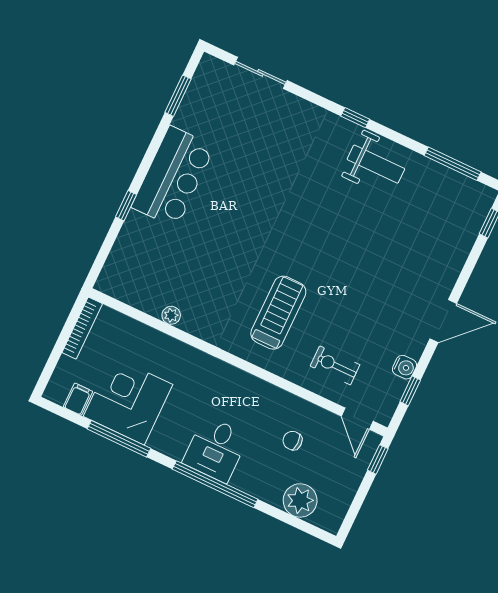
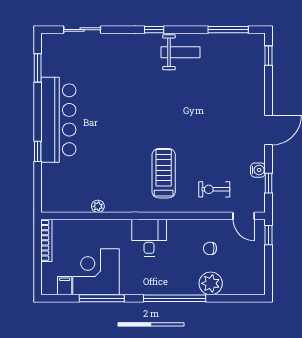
bar counter: (173, 177) -> (58, 120), width x1.36
desk: (216, 449) -> (149, 238), moved, turned 180
plant: (300, 500) -> (211, 283), moved

